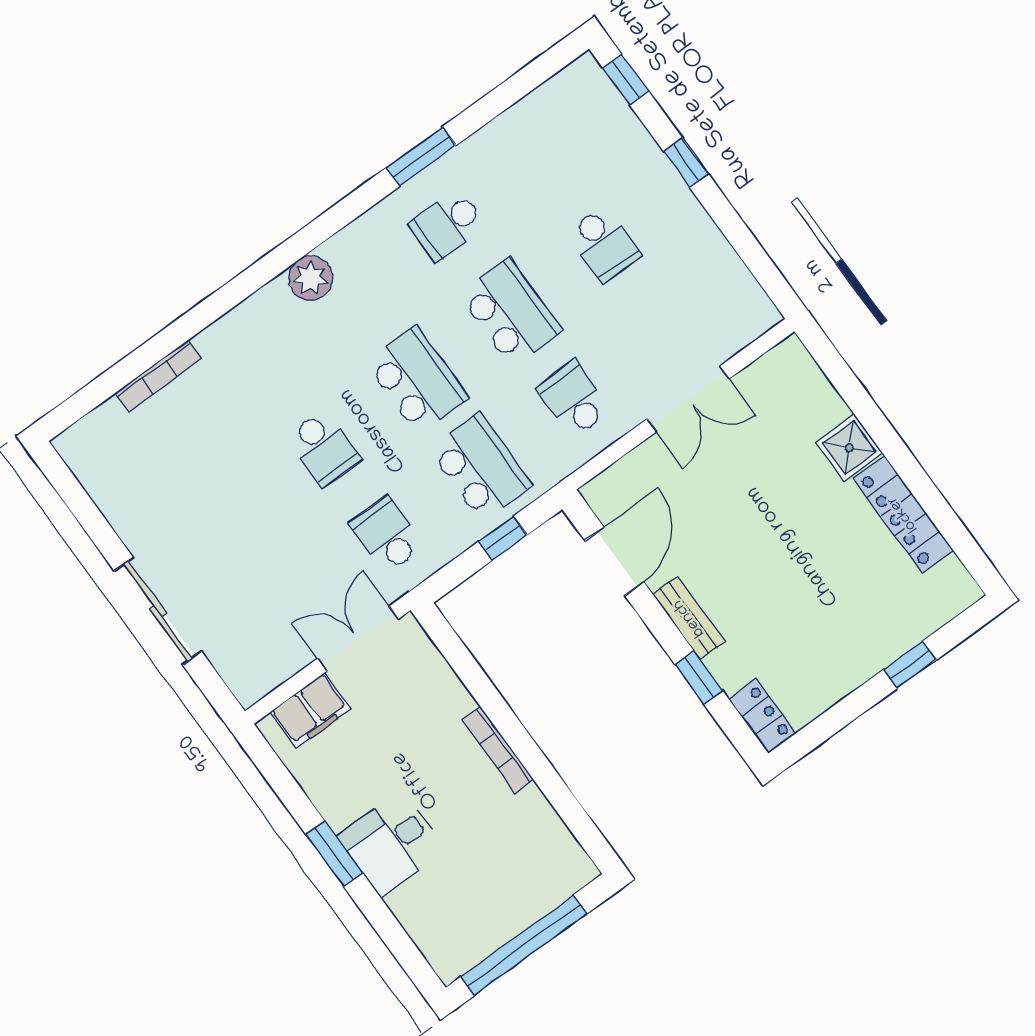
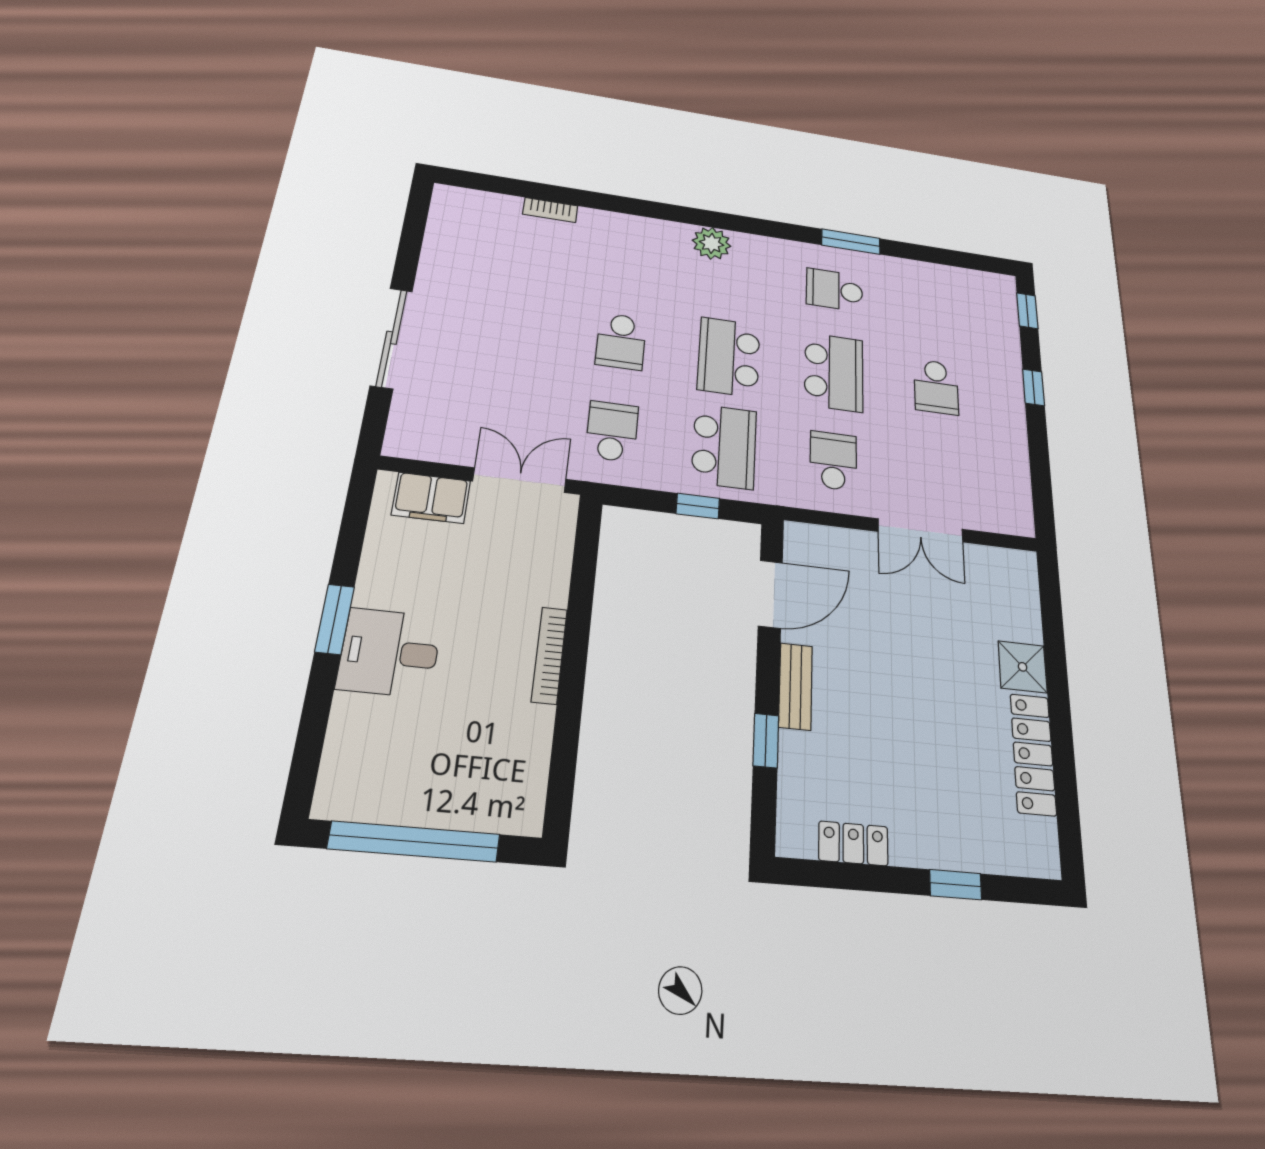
bookcase: (158, 376) -> (550, 210), width x0.64
school desk: (417, 380) -> (729, 357), turned 180
locker: (762, 716) -> (853, 843), moved, turned -90

